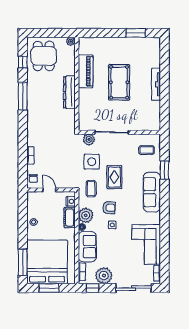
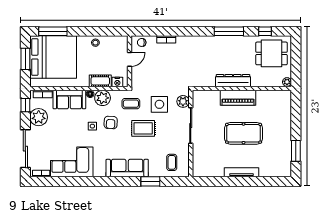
piano: (86, 71) -> (238, 98), moved

